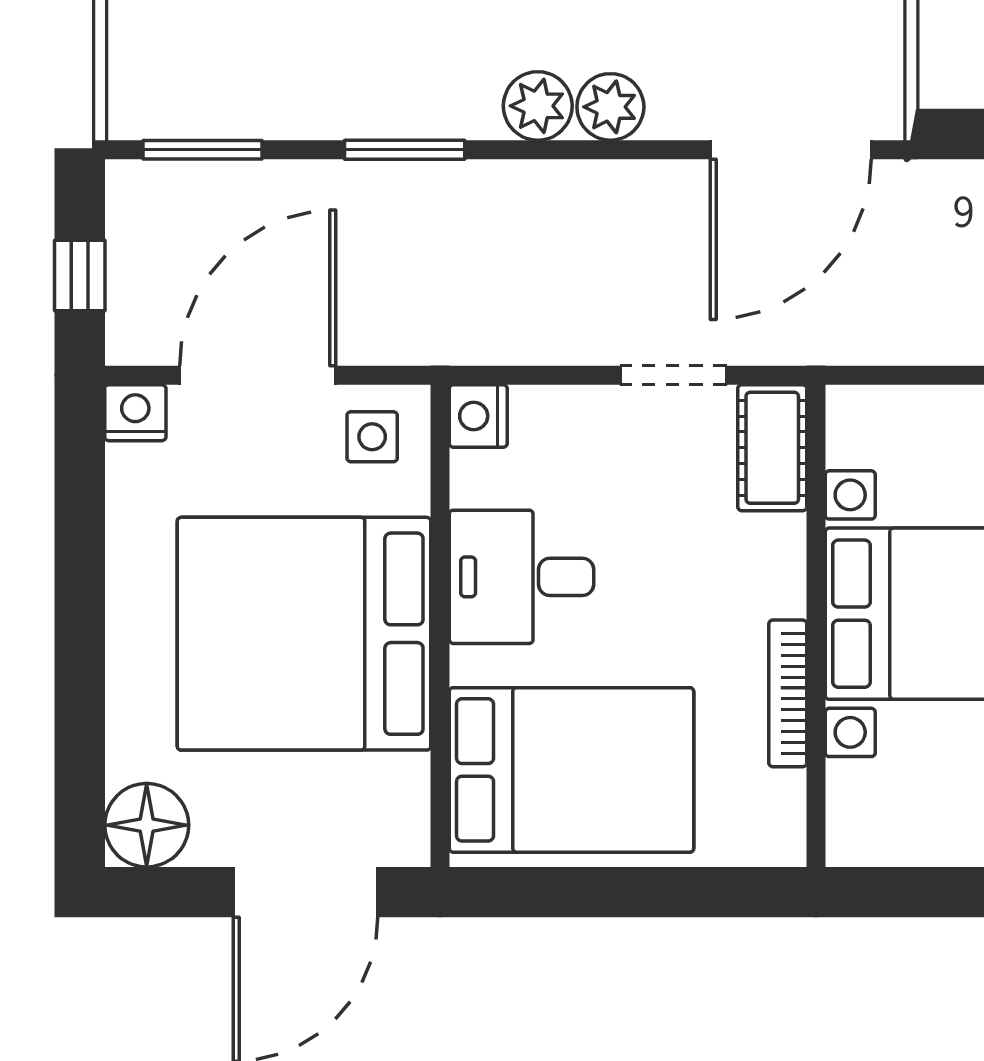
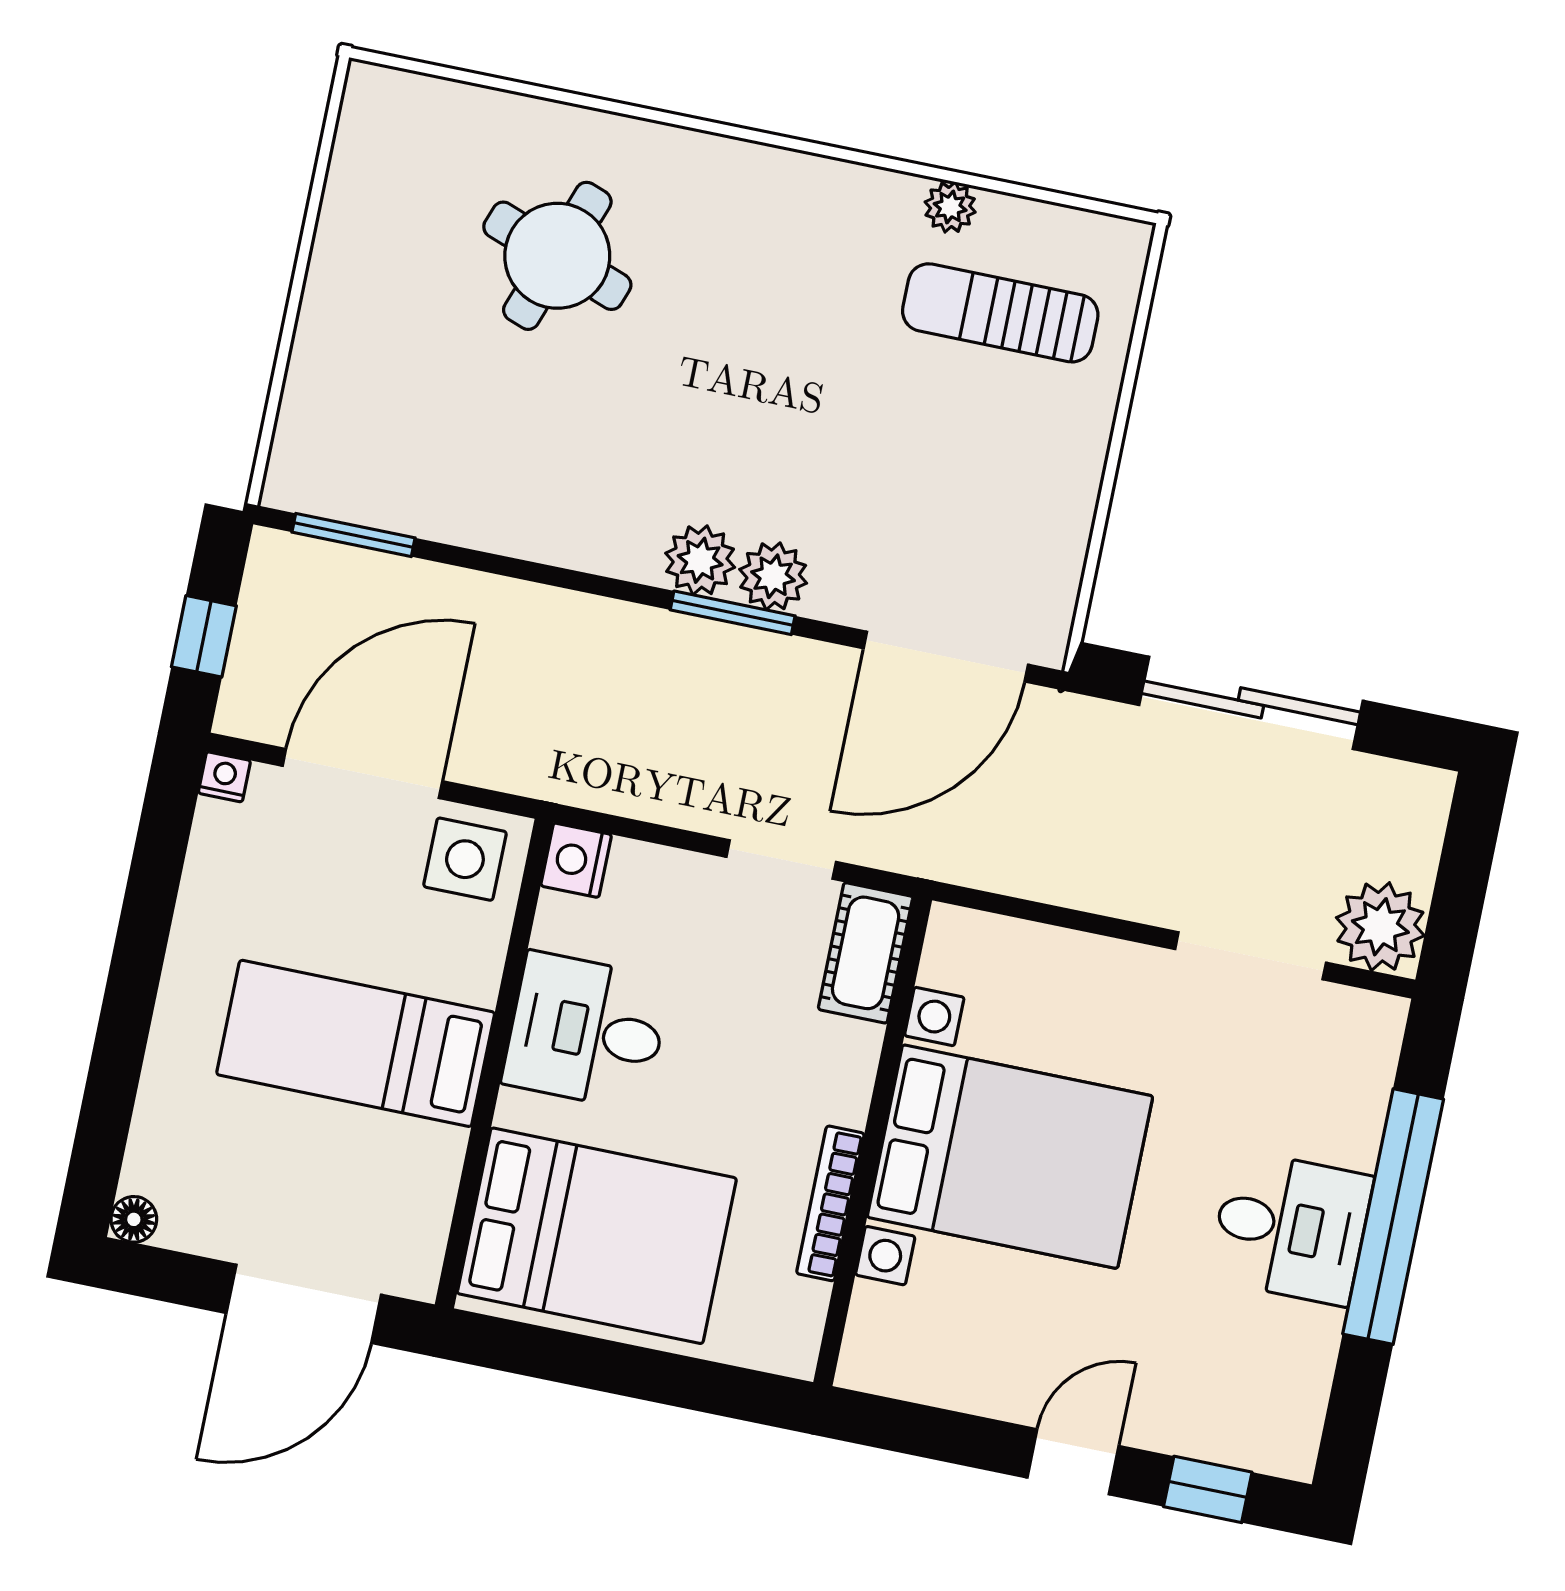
window: (405, 150) -> (733, 613), moved
nightstand: (135, 413) -> (224, 777), width x0.72, depth x0.74
side table: (372, 437) -> (465, 859), width x1.37, depth x1.37
bed: (304, 634) -> (356, 1043), width x0.49
floor lamp: (147, 825) -> (134, 1219), width x0.53, depth x0.53

